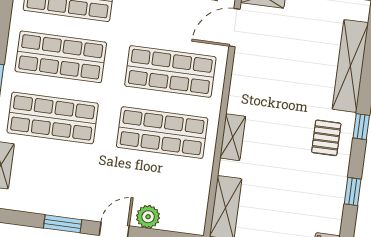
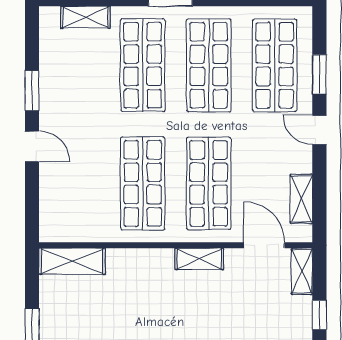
shelving: (233, 137) -> (199, 259), moved
plant: (148, 217) -> (52, 180), removed

